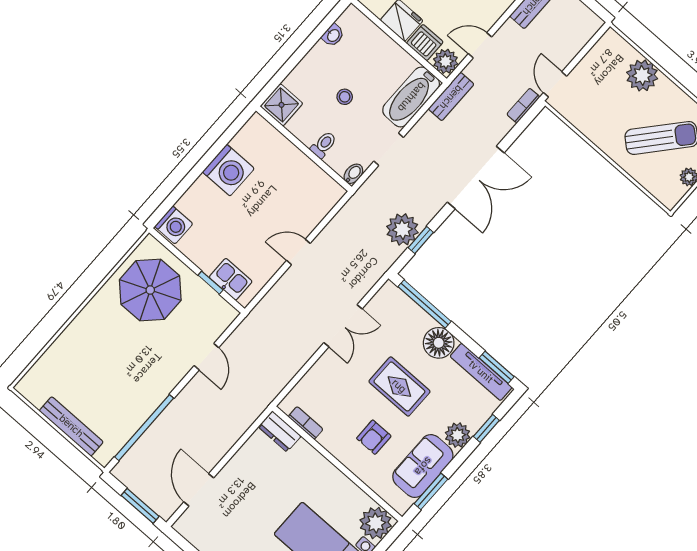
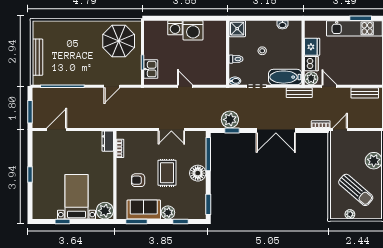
washing machine: (174, 225) -> (175, 28), moved
tv unit: (481, 372) -> (201, 200), removed

